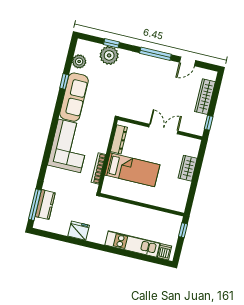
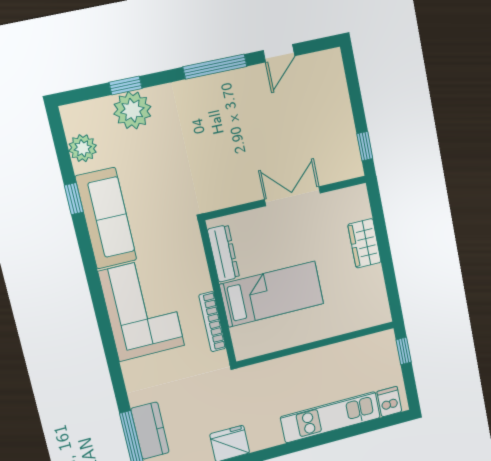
wardrobe: (205, 97) -> (338, 103), removed

